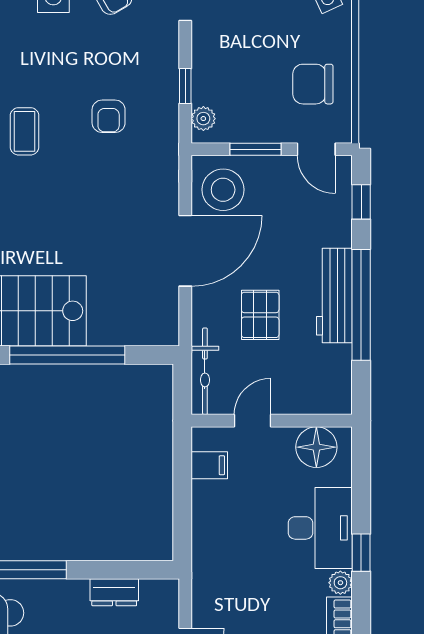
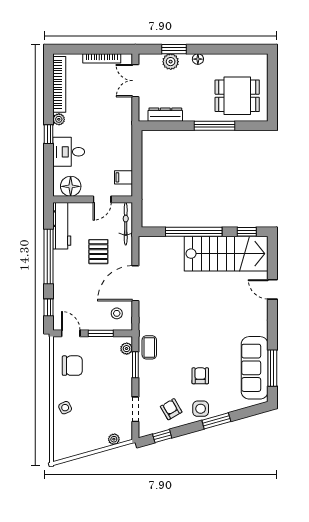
window: (185, 86) -> (135, 365), width x1.50
armchair: (109, 116) -> (200, 376), moved
coffee table: (24, 131) -> (149, 347), moved
stool: (223, 190) -> (117, 313), width x0.53, depth x0.53
workbench: (334, 295) -> (62, 226), moved
desk: (320, 528) -> (69, 152), width x0.73
dresser: (114, 592) -> (165, 115), width x1.44

